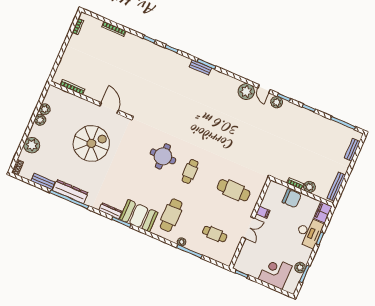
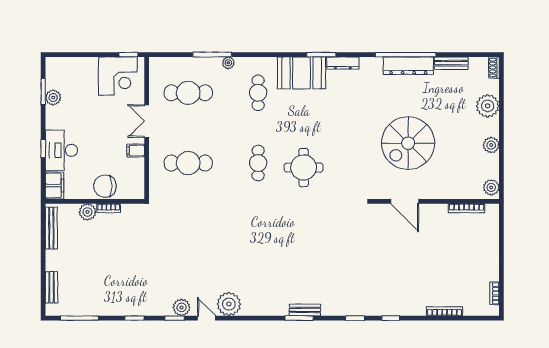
plant: (45, 109) -> (491, 187), moved
cafe table: (171, 215) -> (258, 93), width x0.73, depth x0.74
cafe table: (215, 234) -> (188, 93), width x1.37, depth x1.35
corner desk: (275, 273) -> (118, 76), moved

